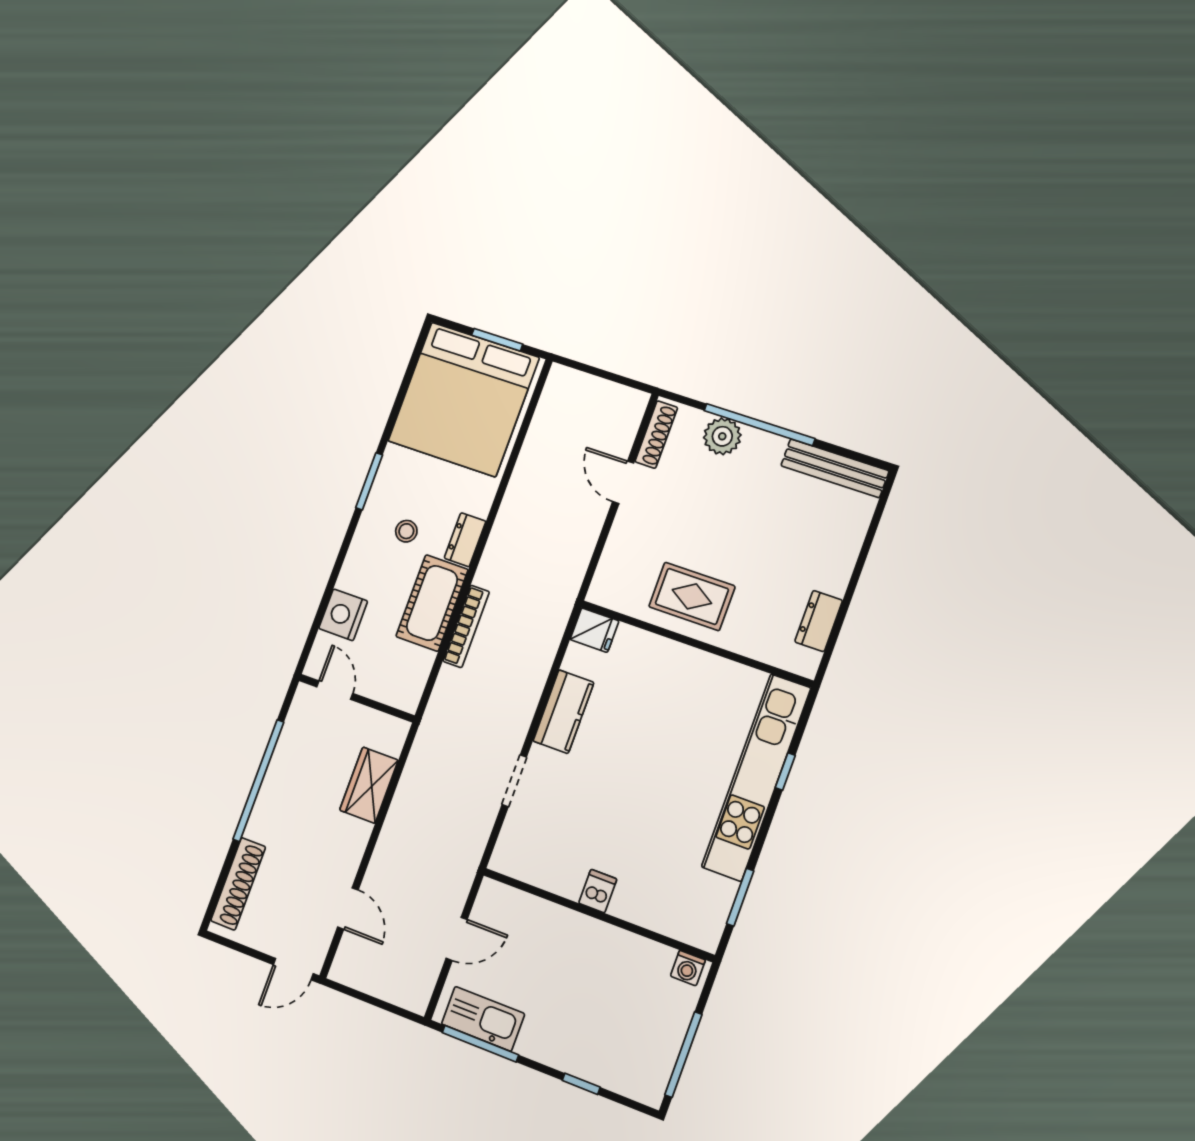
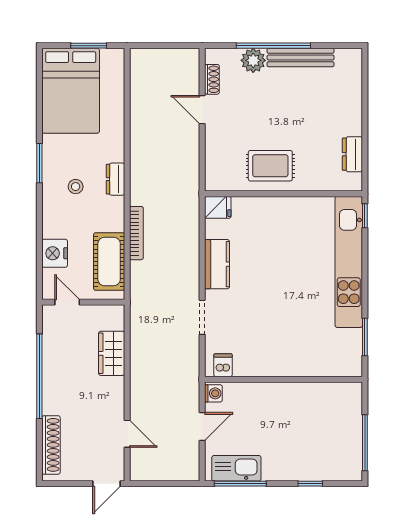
bed: (463, 399) -> (71, 91), width x0.73
shoe rack: (656, 435) -> (212, 79), width x0.70
bench: (835, 468) -> (301, 57), moved
cot: (432, 603) -> (109, 261), moved
window: (785, 772) -> (365, 216), moved
dishwasher: (598, 891) -> (223, 365), moved
washing machine: (688, 968) -> (213, 393), moved, turned -90

